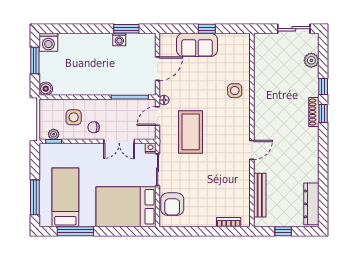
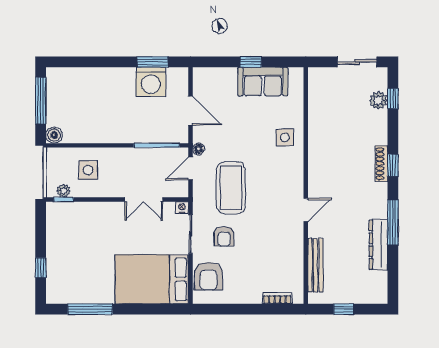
washing machine: (119, 39) -> (151, 82), width x1.89, depth x1.89
washing machine: (48, 42) -> (57, 78), removed
sofa: (197, 45) -> (263, 82), moved
window: (35, 60) -> (41, 101), width x1.44
door: (158, 69) -> (190, 111), hinge flipped
window: (323, 87) -> (393, 98), moved
chair: (94, 127) -> (112, 182), removed
window: (323, 160) -> (393, 223), added
armchair: (185, 172) -> (224, 236), added
window: (35, 197) -> (41, 268), width x0.46
bed: (65, 197) -> (78, 268), removed
dresser: (311, 204) -> (378, 245), moved

